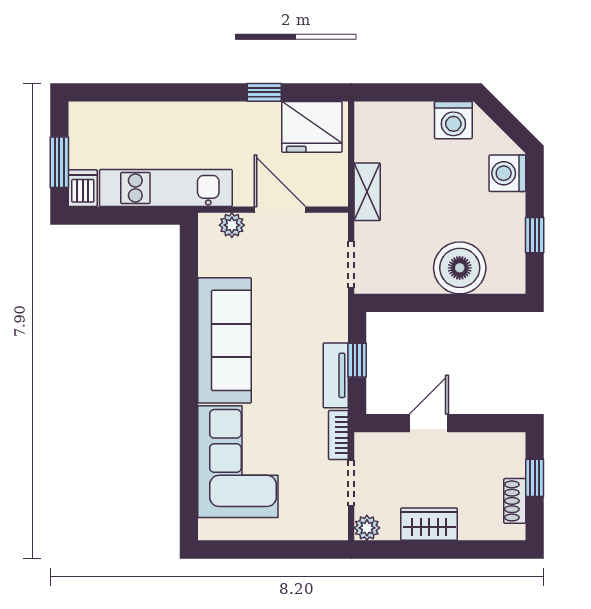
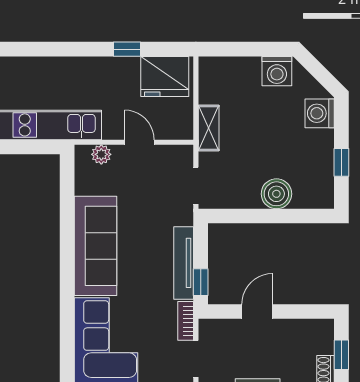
door: (280, 210) -> (139, 142), width x0.73
boiler: (460, 268) -> (276, 194), width x0.73, depth x0.73
window: (357, 360) -> (201, 282), moved
tv unit: (336, 375) -> (184, 263), width x1.41

